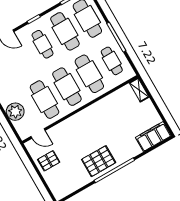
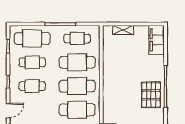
cafe table: (65, 31) -> (32, 62), width x0.73, depth x0.74
shelving: (139, 90) -> (123, 30), moved

